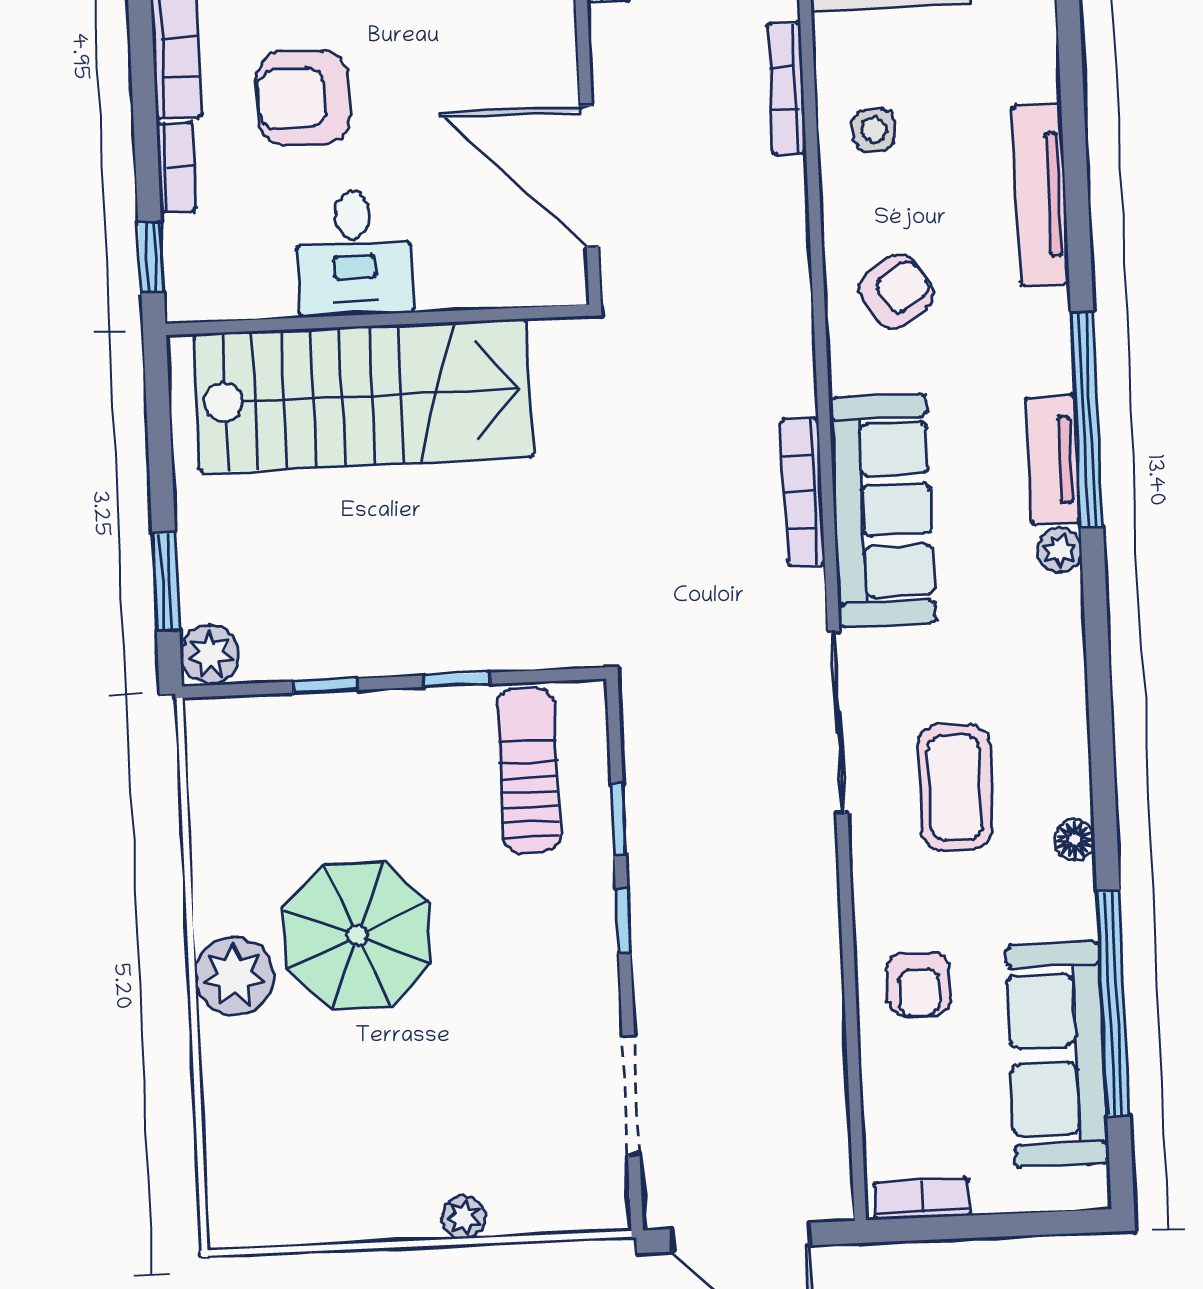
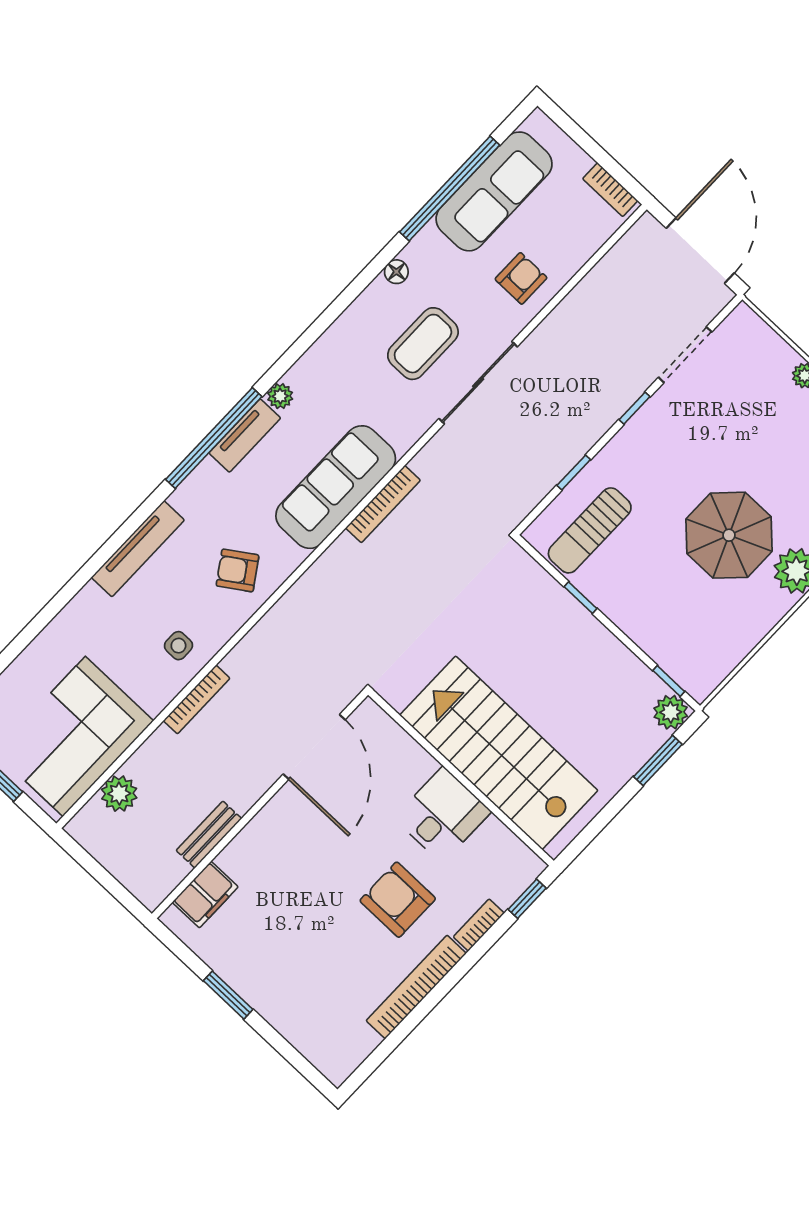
armchair: (303, 98) -> (398, 900), turned 180
bookcase: (803, 492) -> (383, 504), moved
window: (325, 686) -> (669, 681), moved
sliding door: (838, 723) -> (478, 383), moved
window: (623, 920) -> (634, 408), moved

